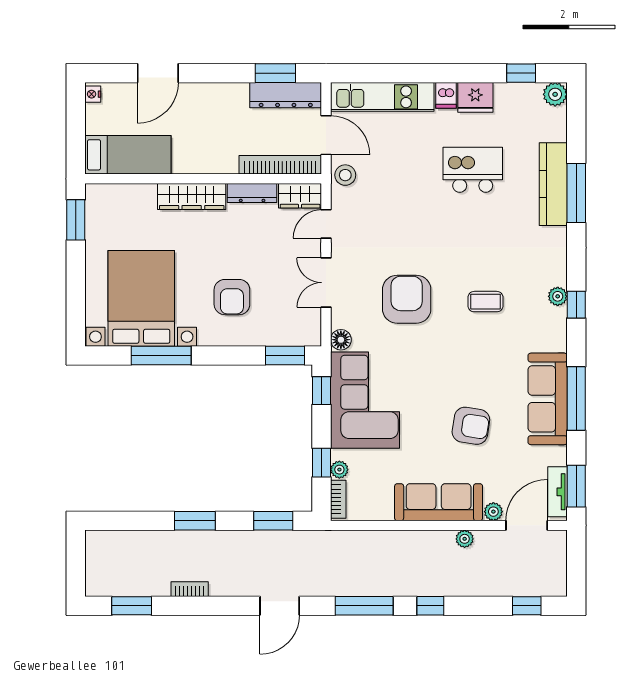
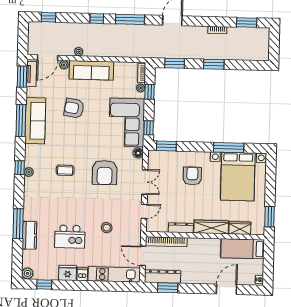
stool: (345, 175) -> (107, 228), moved
kitchen counter: (553, 184) -> (29, 235), width x0.67
wardrobe: (300, 196) -> (240, 228), moved

